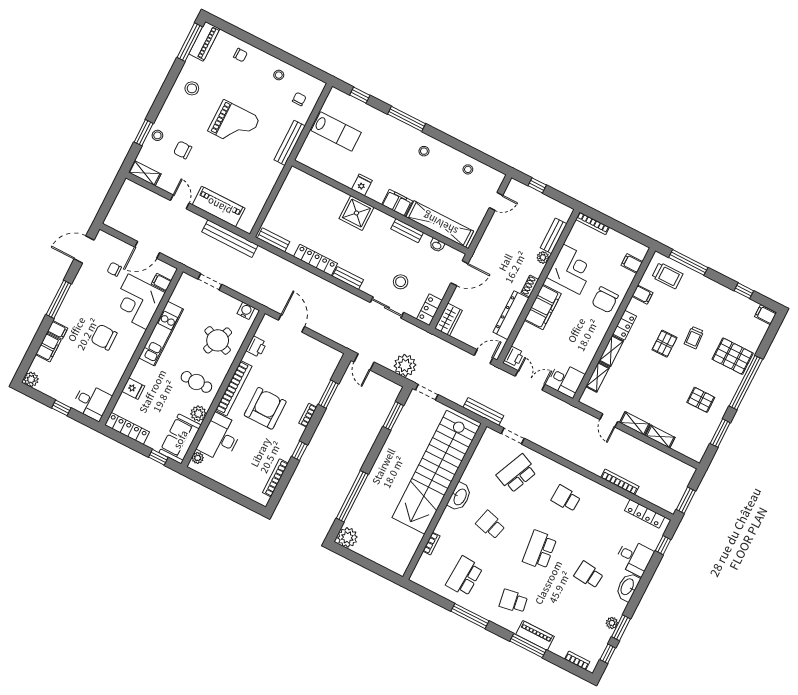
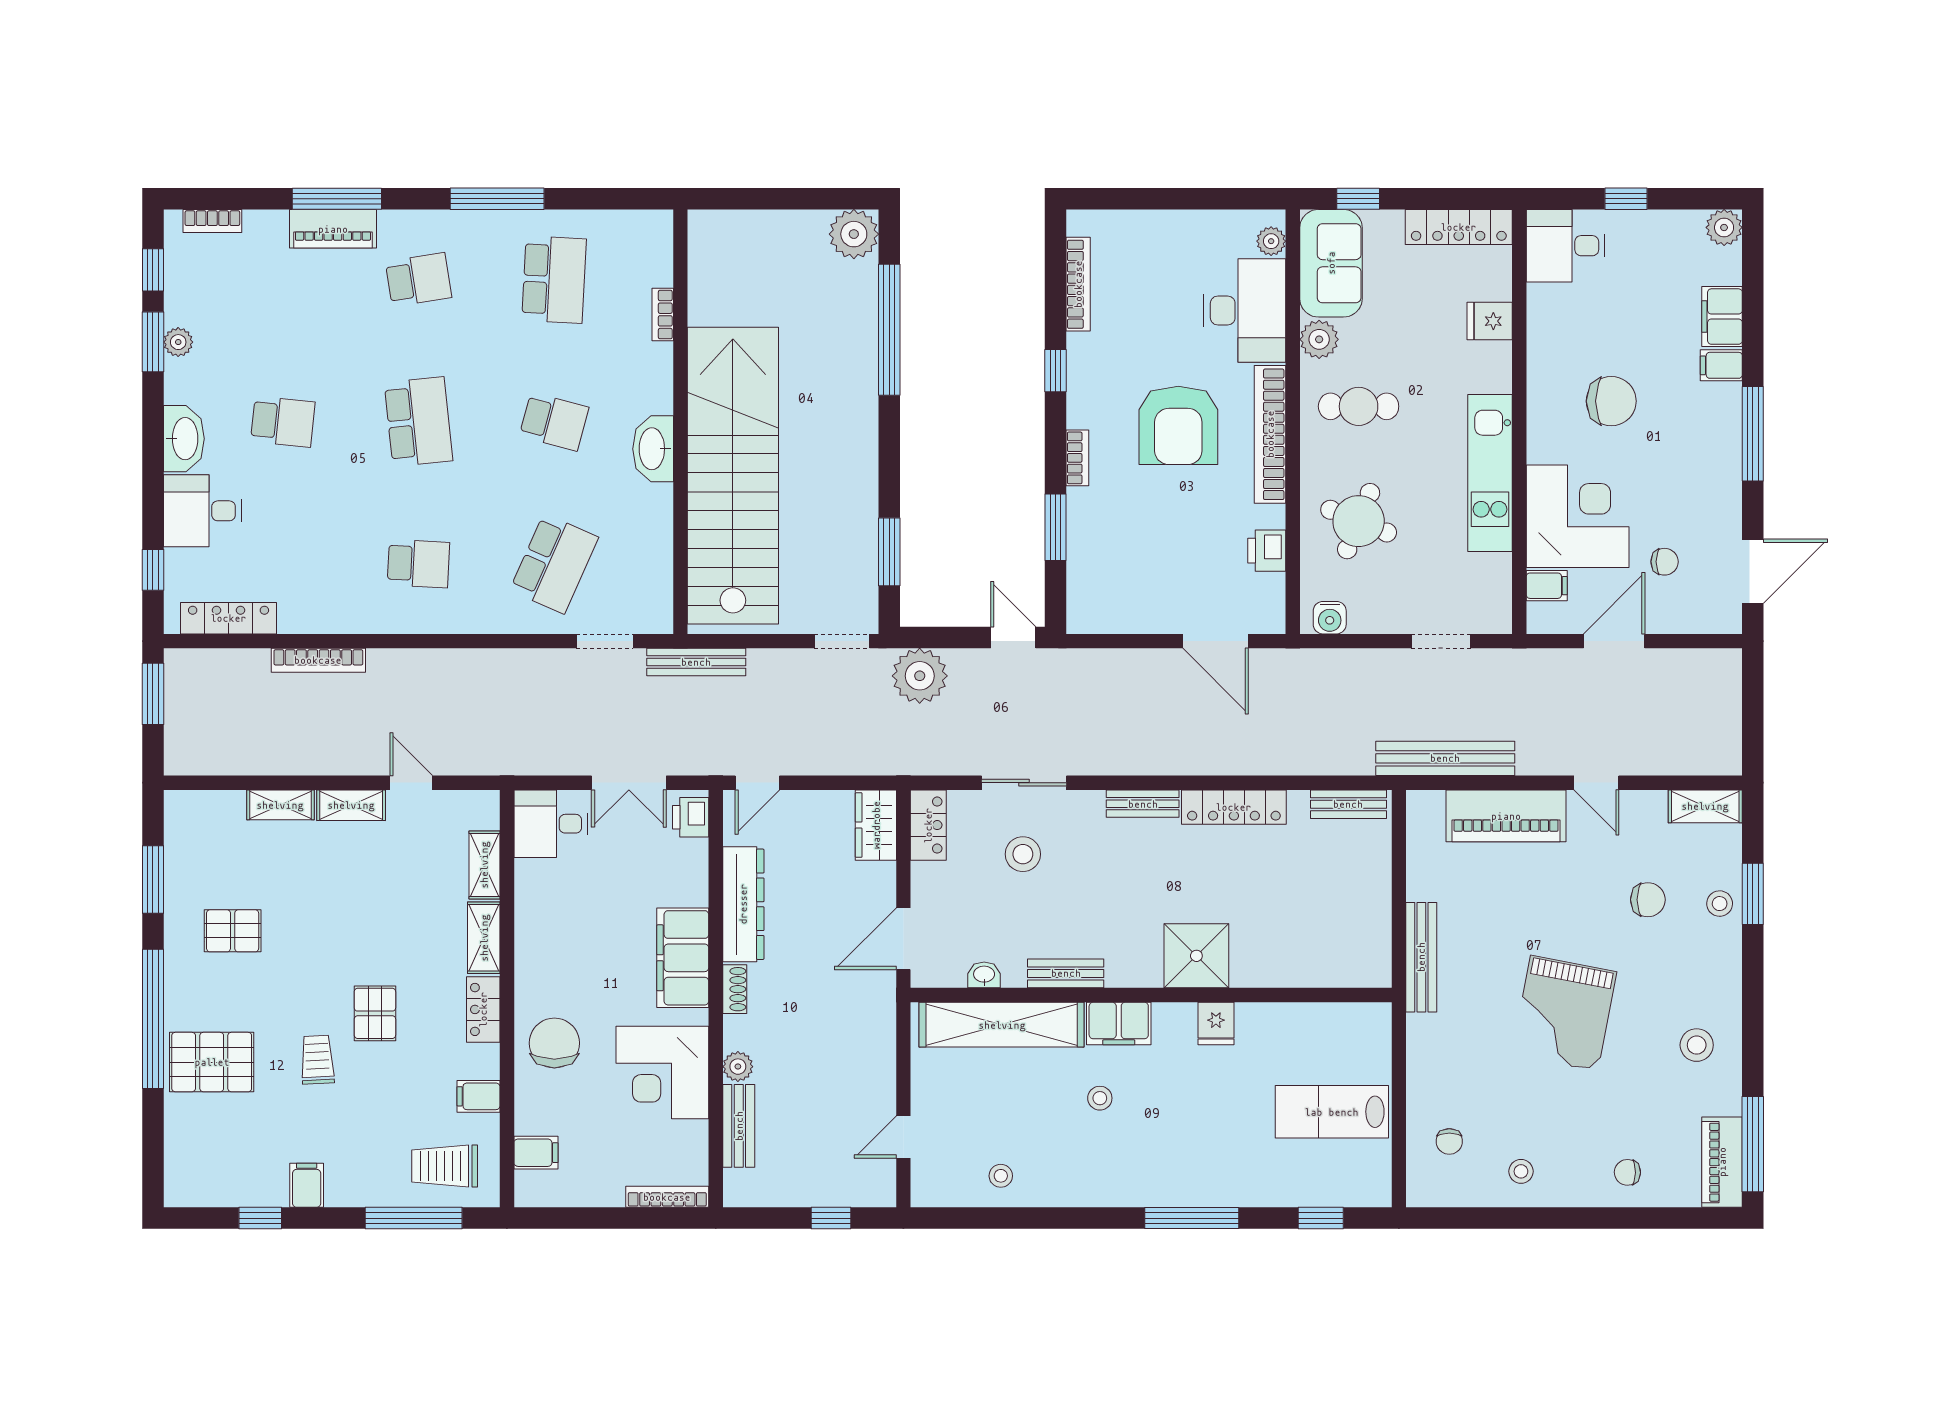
grand piano: (234, 124) -> (1564, 1013), turned -79
bench: (290, 143) -> (1421, 957), moved
stool: (424, 151) -> (1100, 1098), moved
filing cabinet: (765, 315) -> (307, 1185), moved, turned -90

